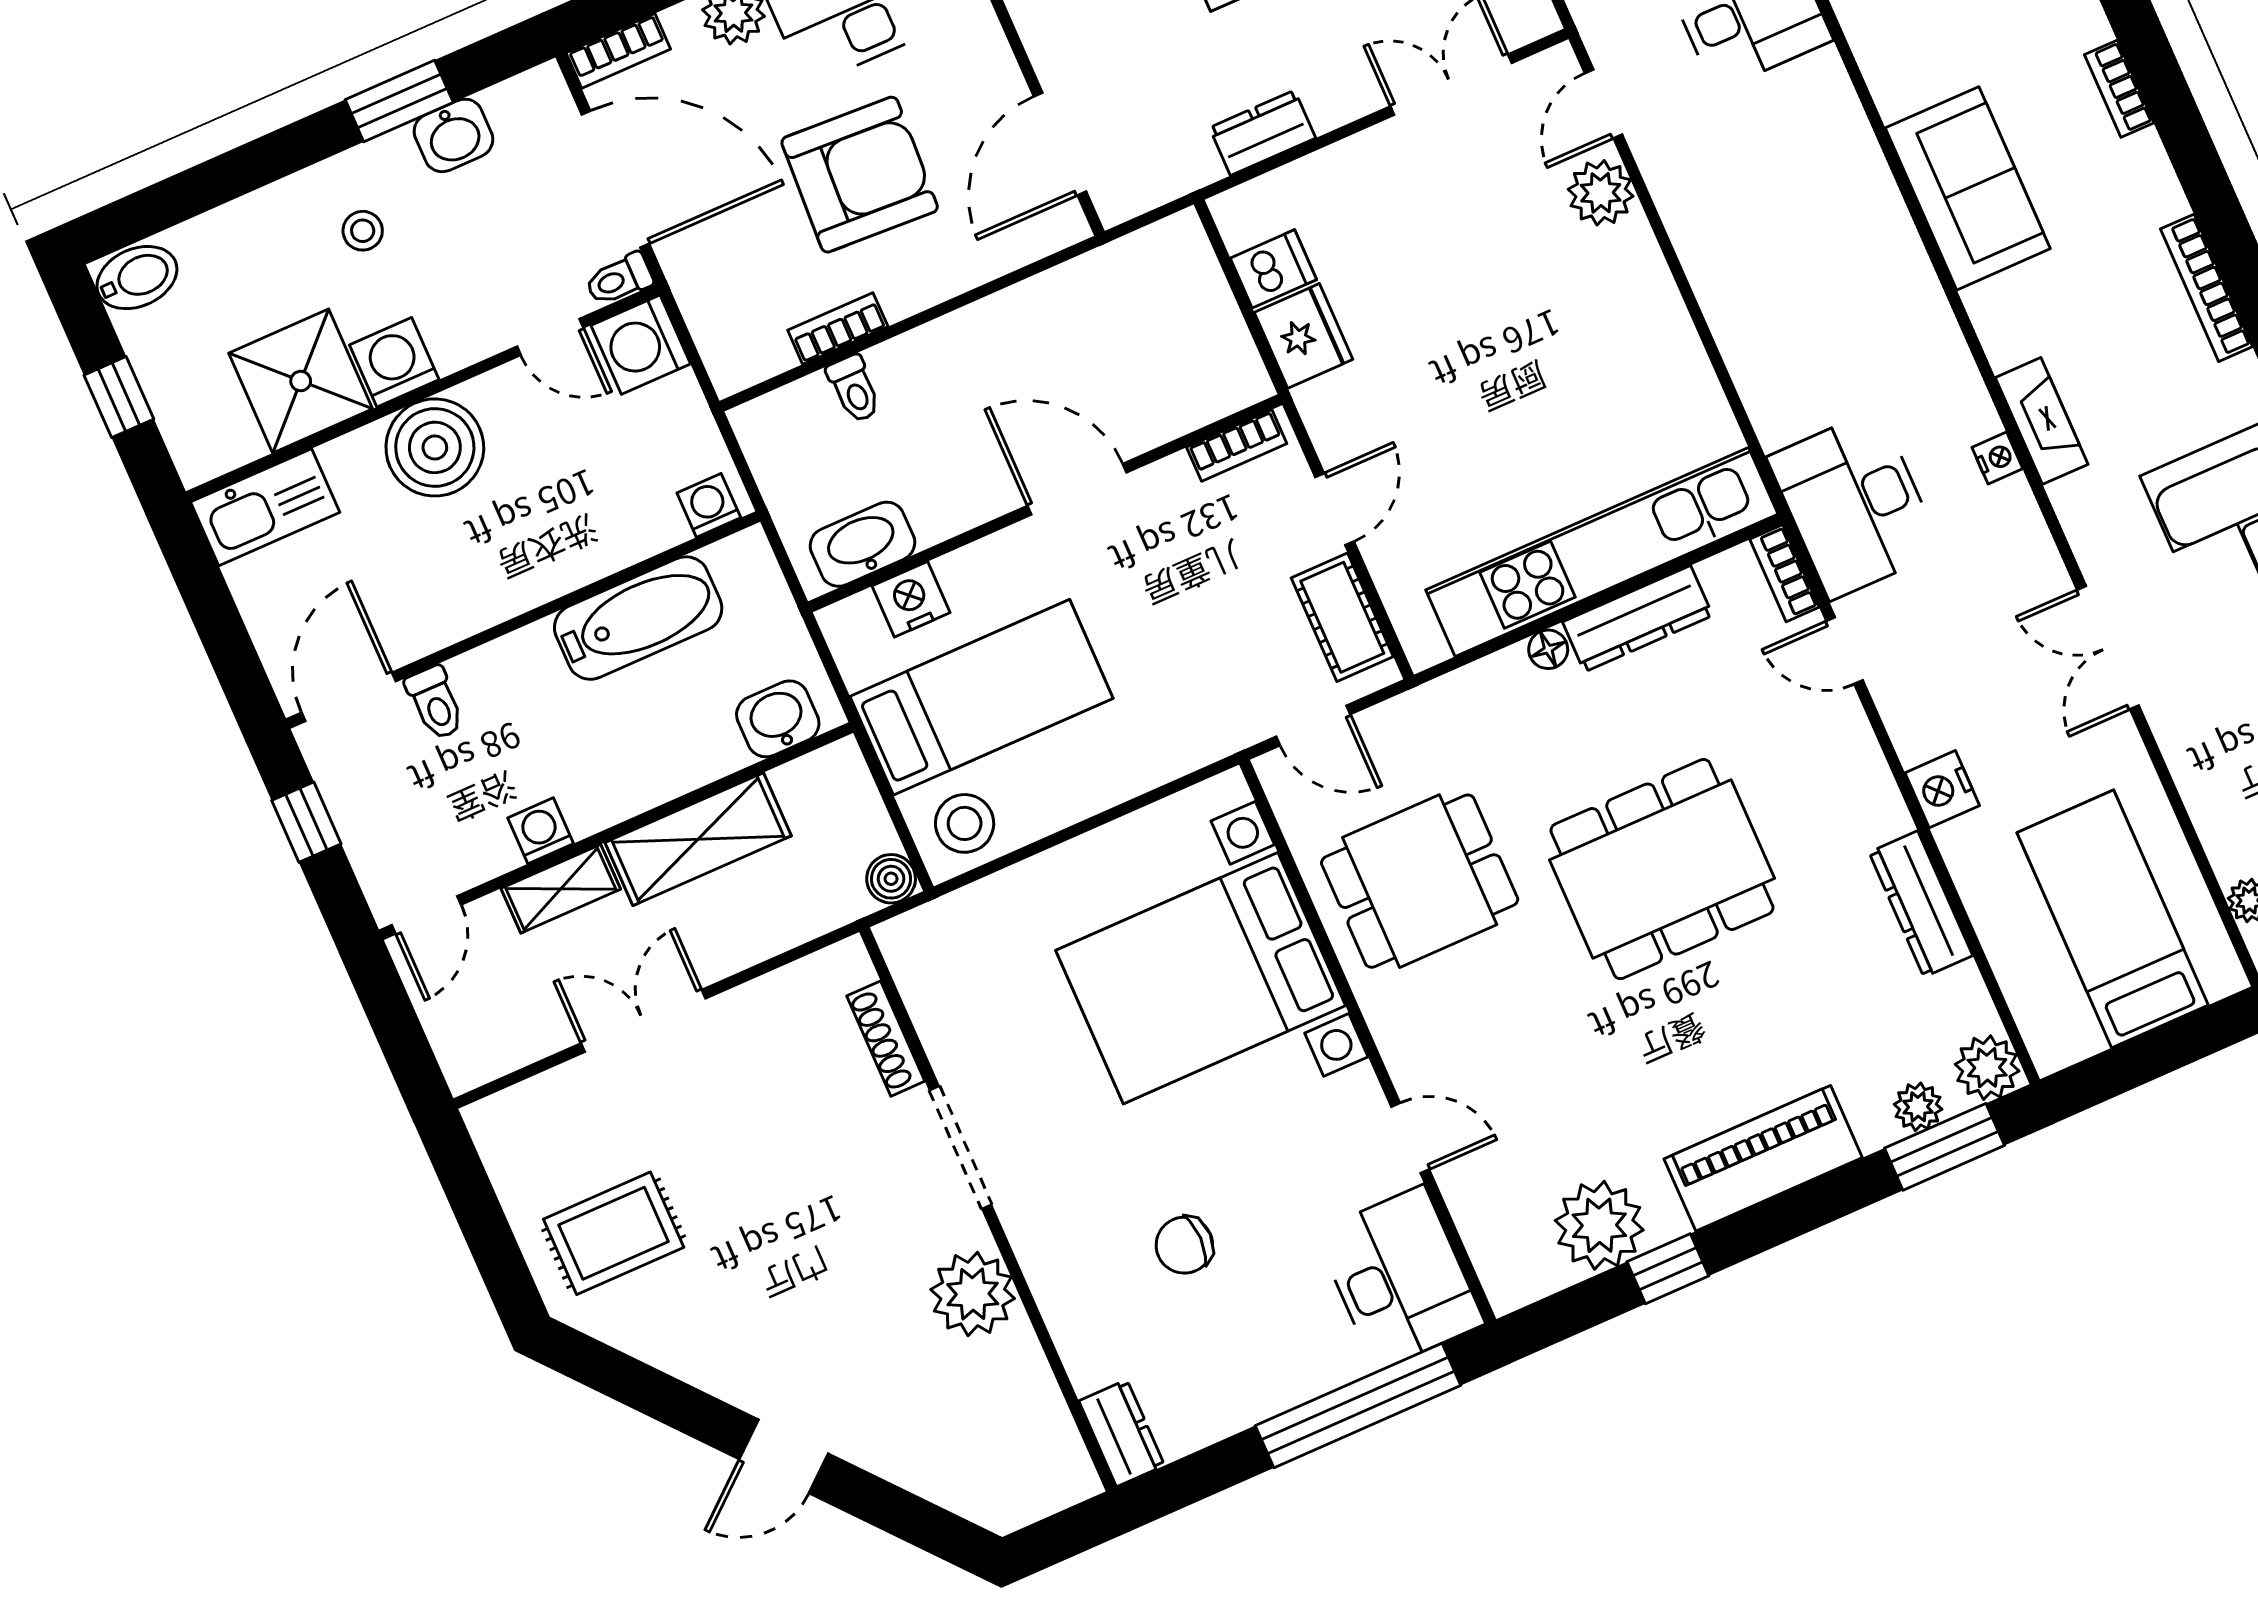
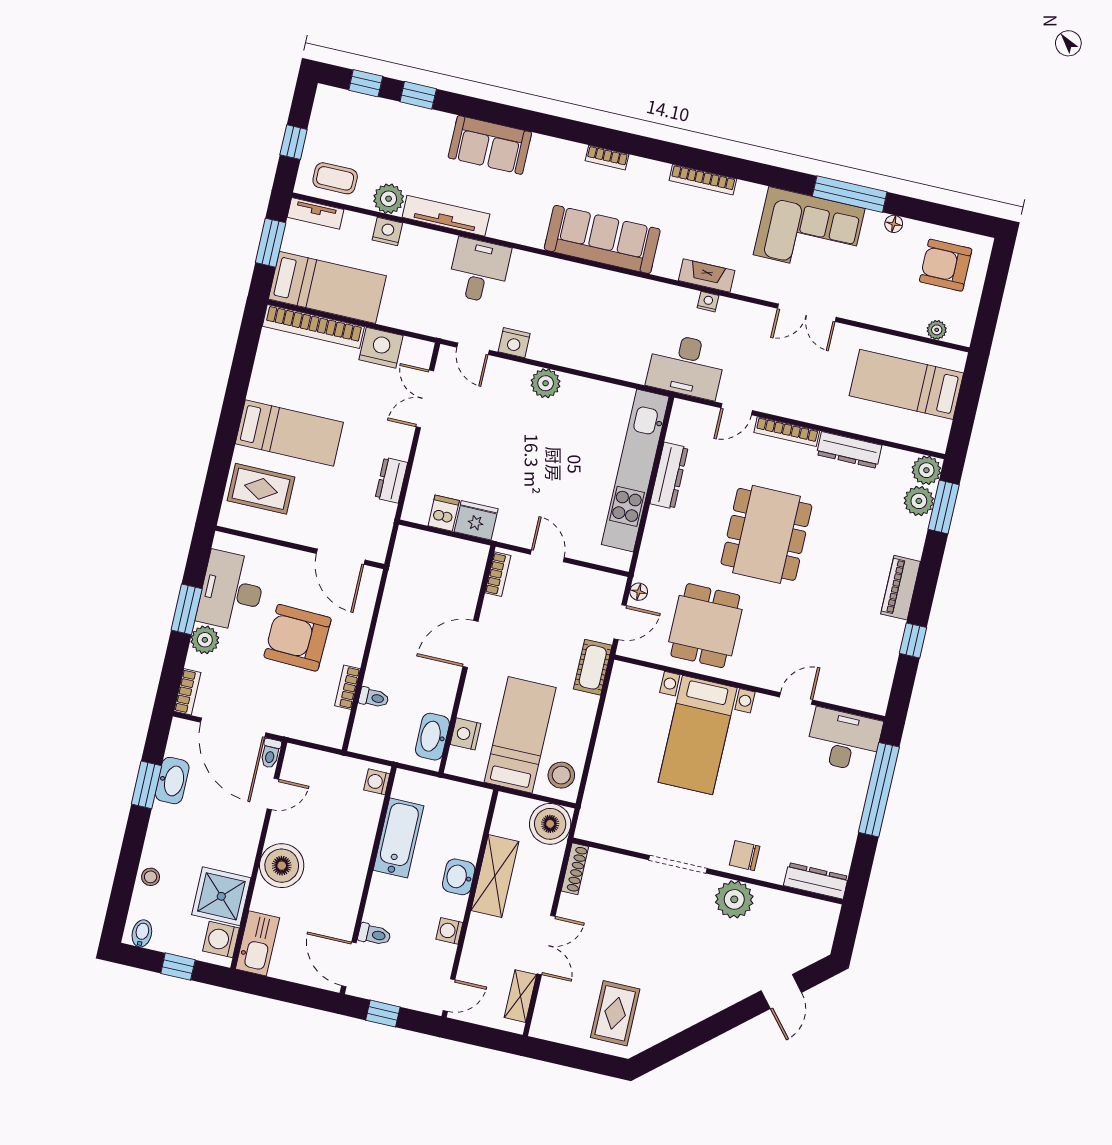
washbasin: (453, 135) -> (172, 781), width x1.38
armchair: (860, 175) -> (298, 638), turned -91
door: (615, 179) -> (233, 728), swing flipped
sofa: (1968, 188) -> (602, 239), width x1.36
plant: (1601, 193) -> (546, 383), moved
stool: (363, 231) -> (151, 877), moved
bidet: (137, 278) -> (142, 933), width x0.72, depth x0.74
washing machine: (641, 345) -> (300, 763), removed
washing machine: (394, 362) -> (221, 940), moved
bookcase: (1784, 573) -> (787, 432), moved, width x1.56
cot: (1342, 617) -> (593, 667), moved, turned 90
floor lamp: (1548, 649) -> (639, 592), moved
washbasin: (778, 719) -> (459, 877), moved
nightstand: (1942, 789) -> (514, 343), moved
boiler: (891, 879) -> (550, 824), width x1.86, depth x1.86
shelving: (561, 889) -> (520, 996), moved
door: (426, 915) -> (449, 995), hinge flipped
bed with nightstands: (1201, 978) -> (698, 735), width x0.73
double door: (643, 1021) -> (546, 945), swing flipped
shoe rack: (886, 1039) -> (575, 869), moved, turned -90
plant: (1918, 1107) -> (919, 501), width x1.38, depth x1.38
piano: (1763, 1158) -> (901, 588), width x0.73, depth x0.75
plant: (1599, 1225) -> (879, 653), removed
chair: (1184, 1245) -> (745, 856), moved, turned 90
dresser: (1122, 1433) -> (816, 881), width x1.44
door: (784, 1456) -> (781, 992), moved

